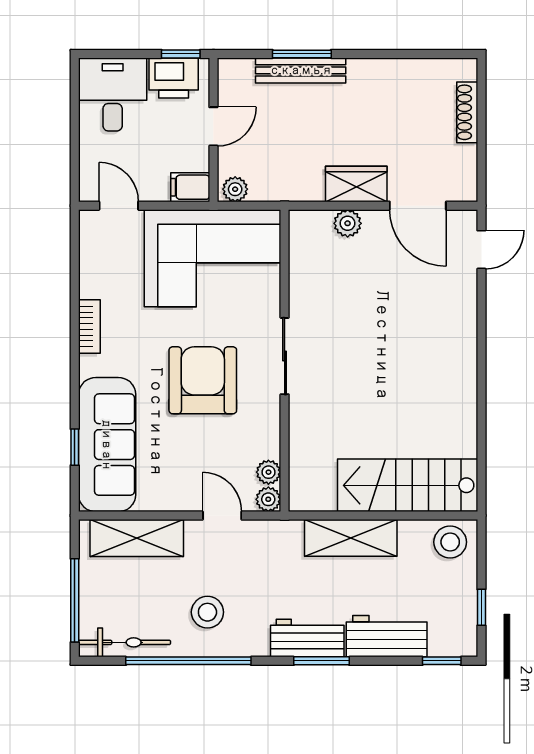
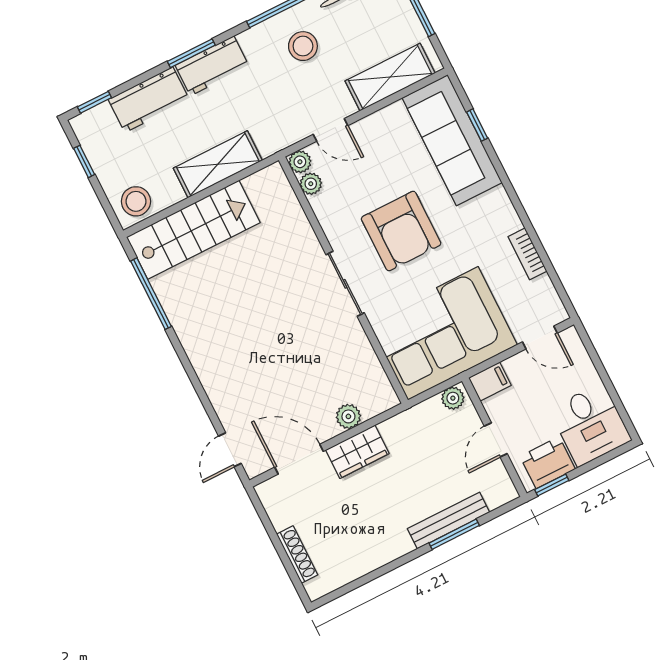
bookcase: (89, 327) -> (527, 254), moved
window: (481, 443) -> (151, 294), added

